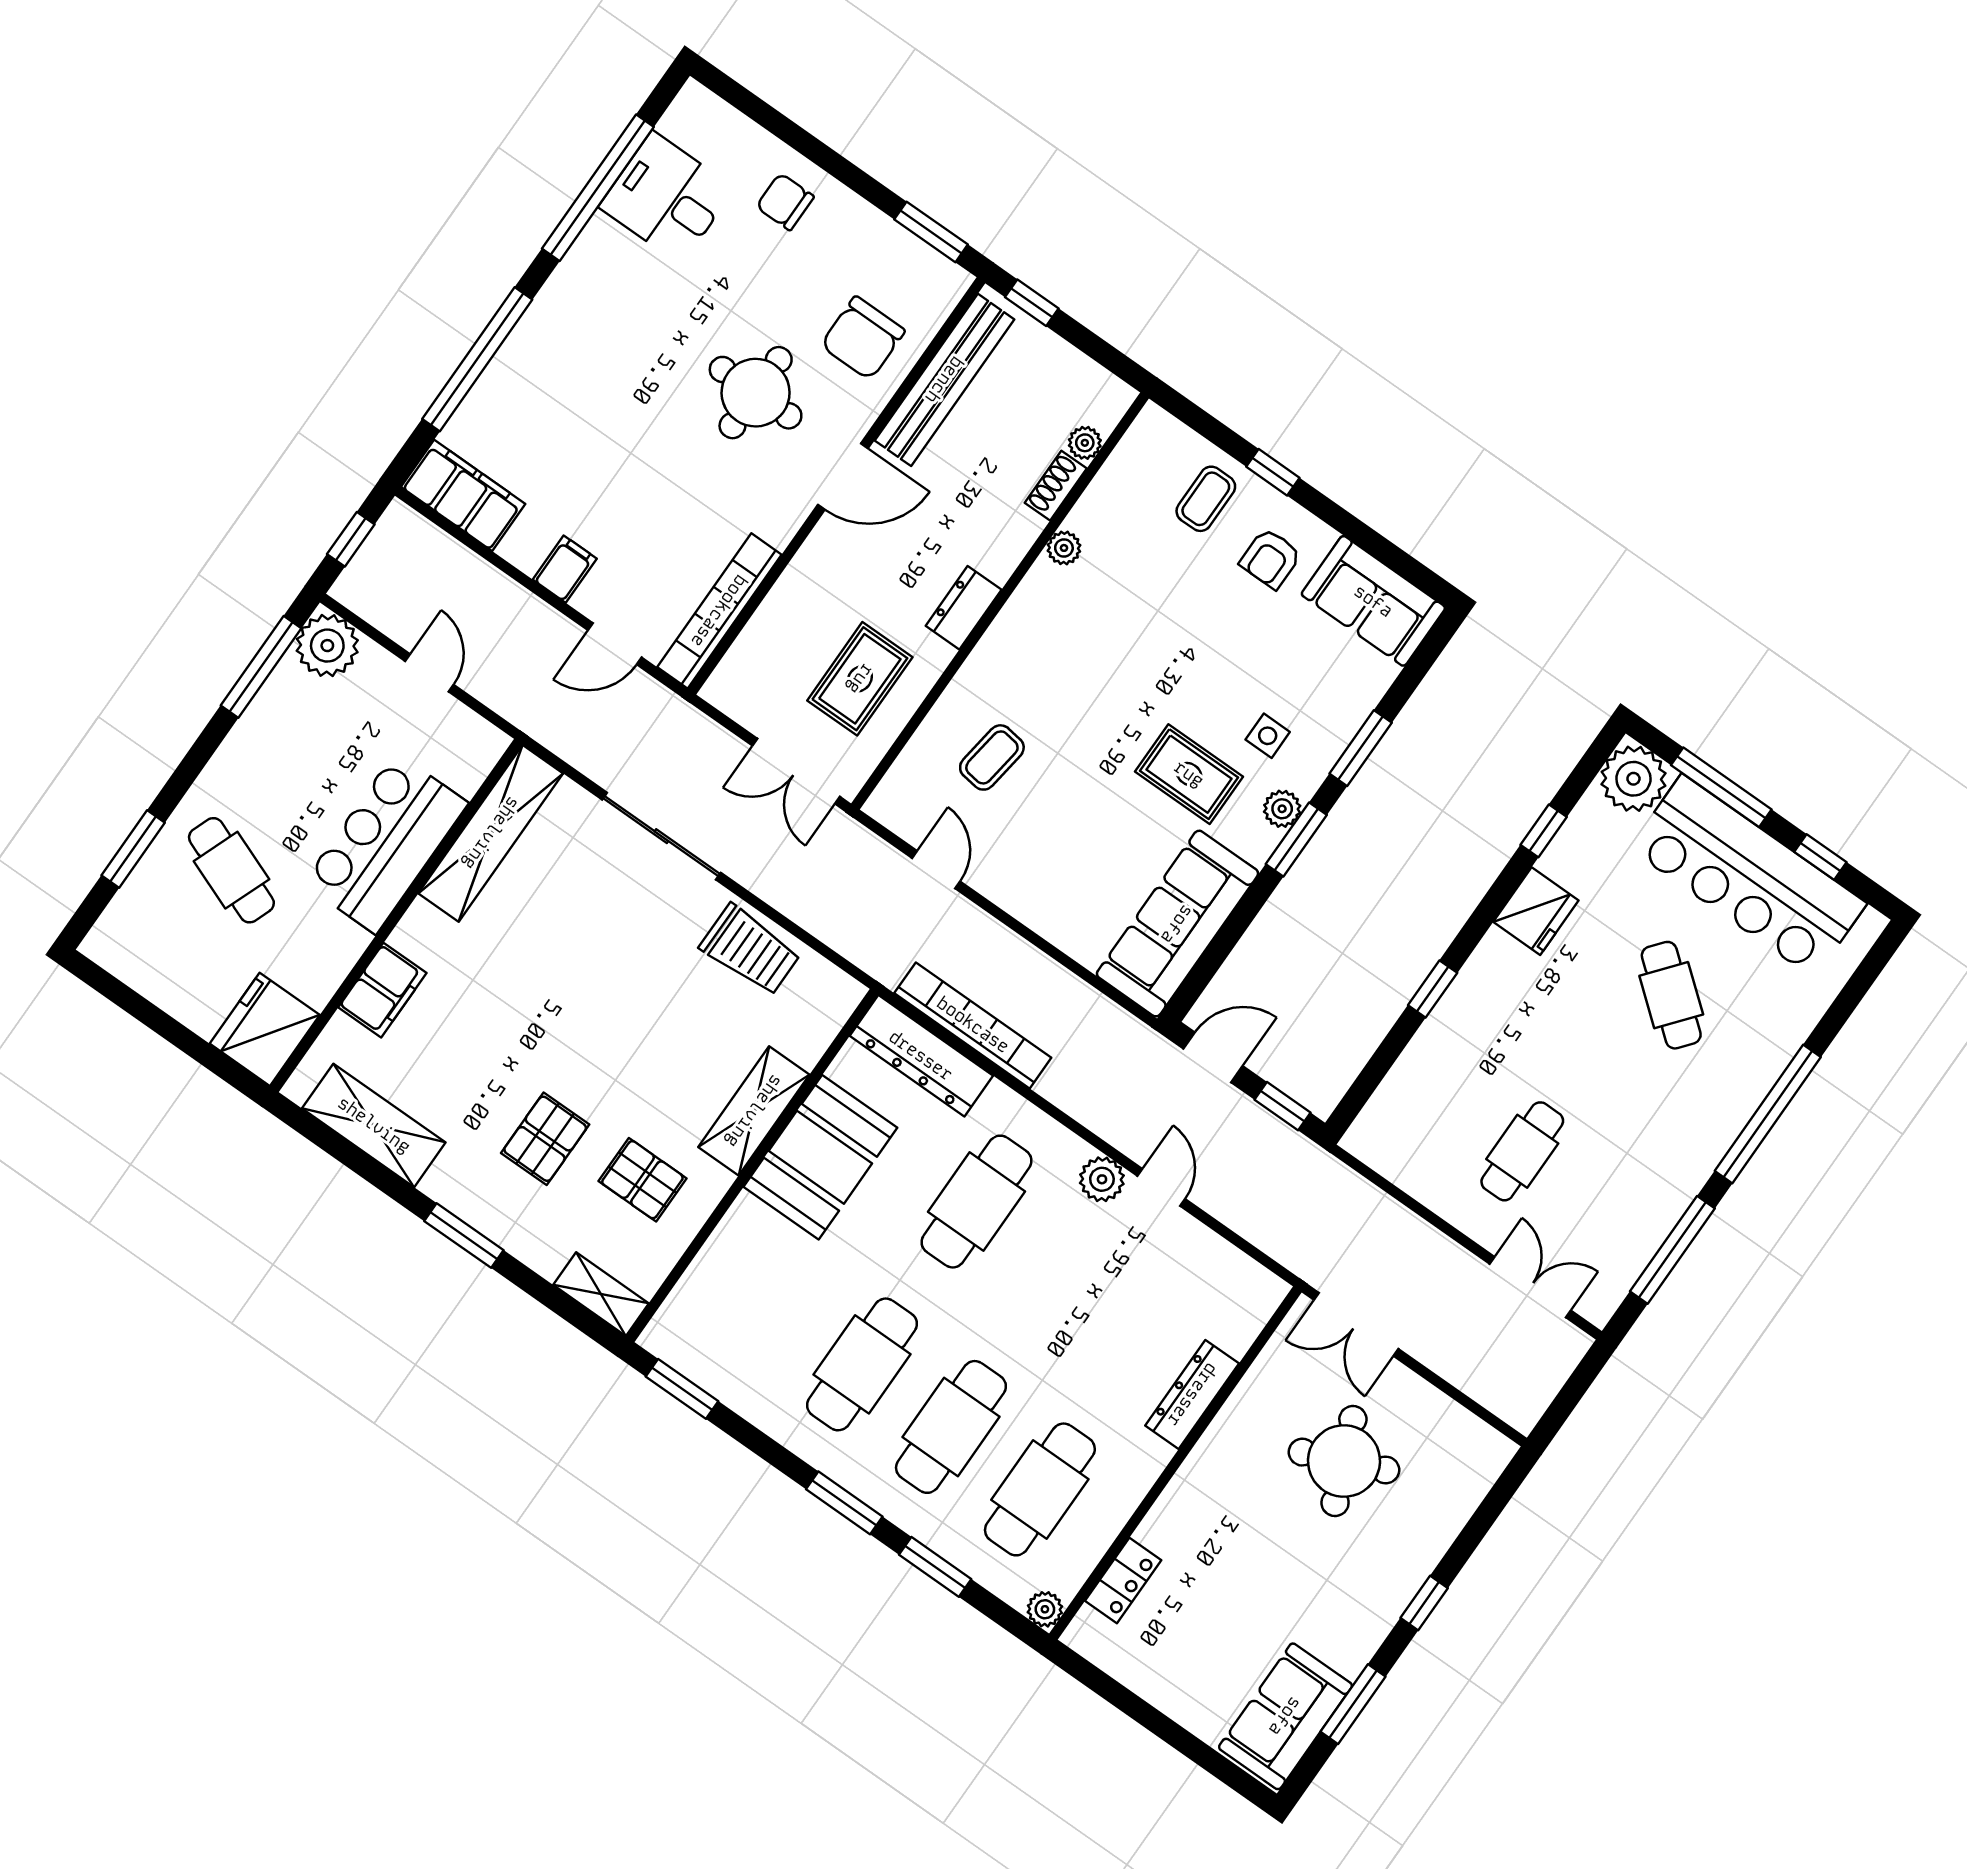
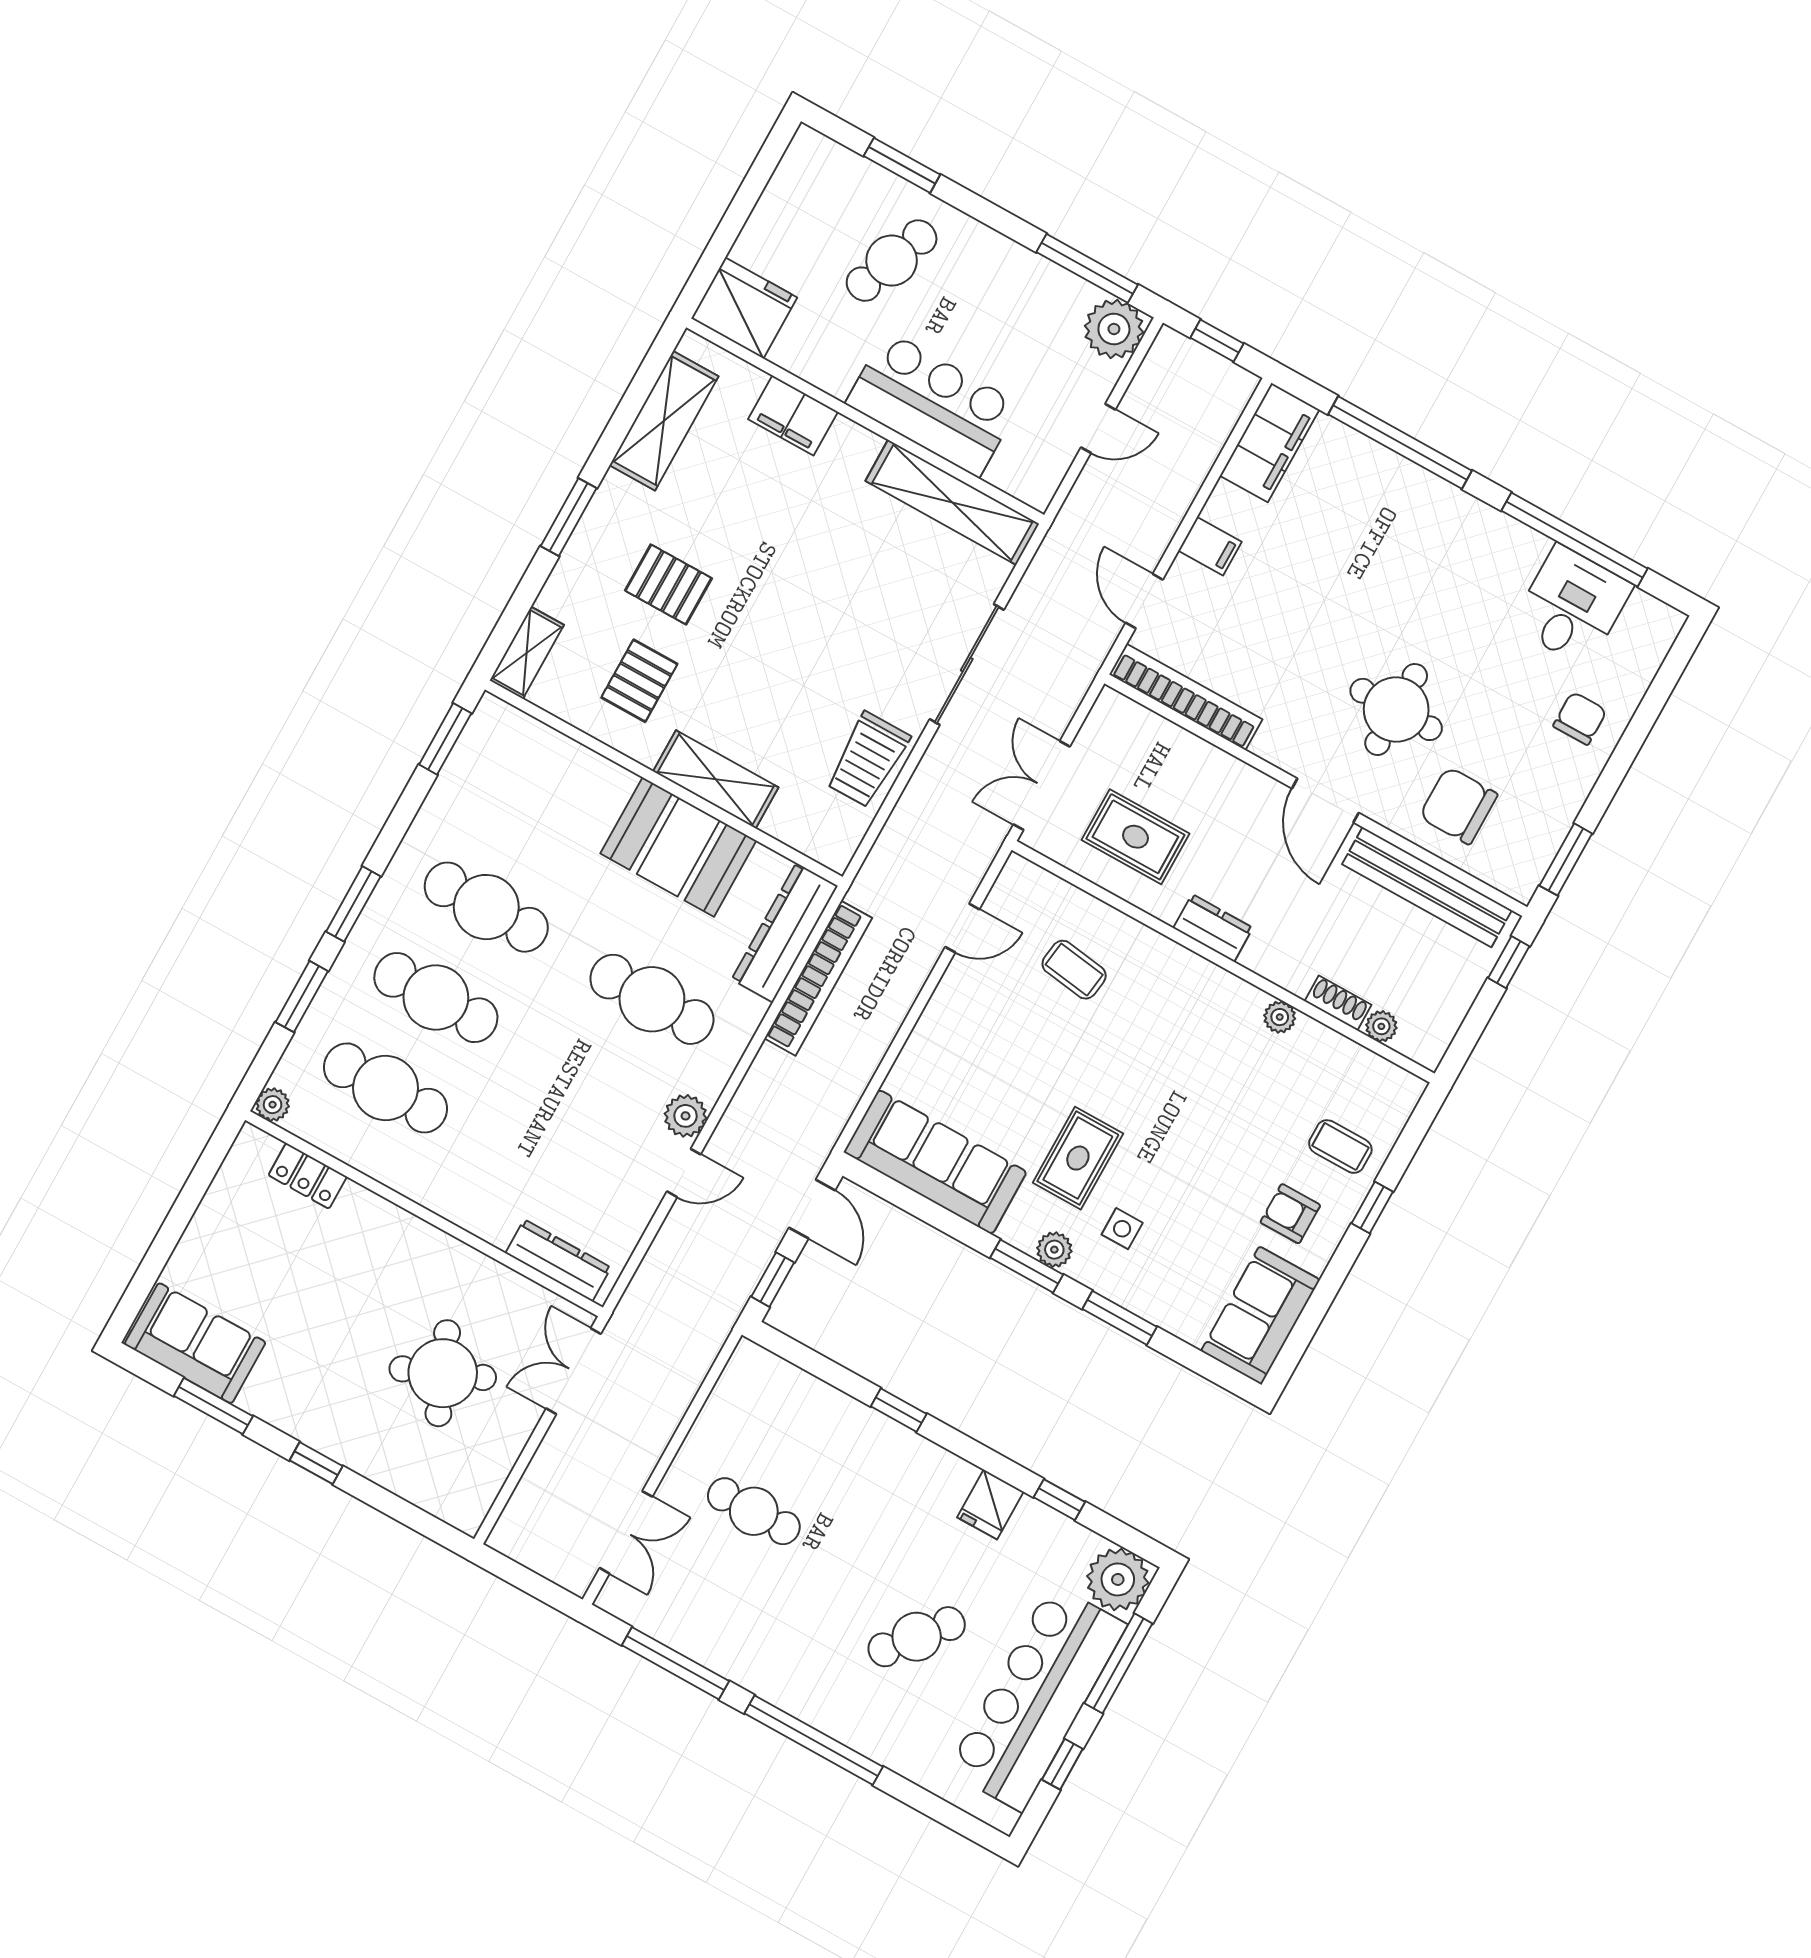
fridge: (1536, 911) -> (990, 1504), width x0.72
dresser: (1192, 1395) -> (558, 1260), moved

